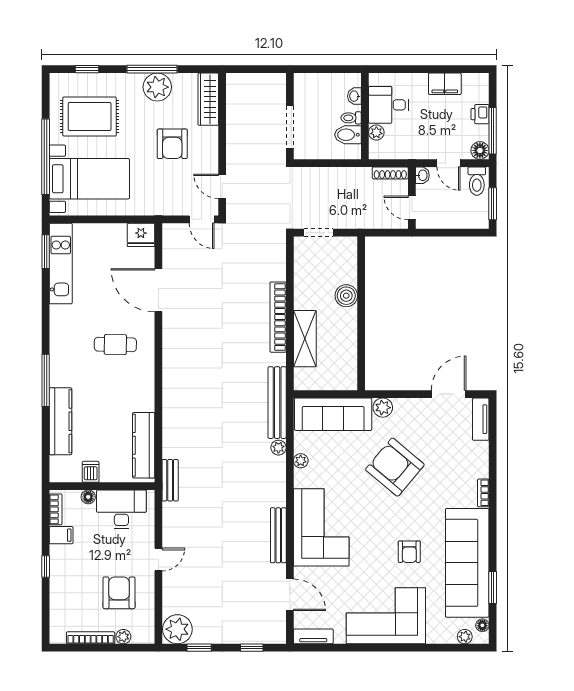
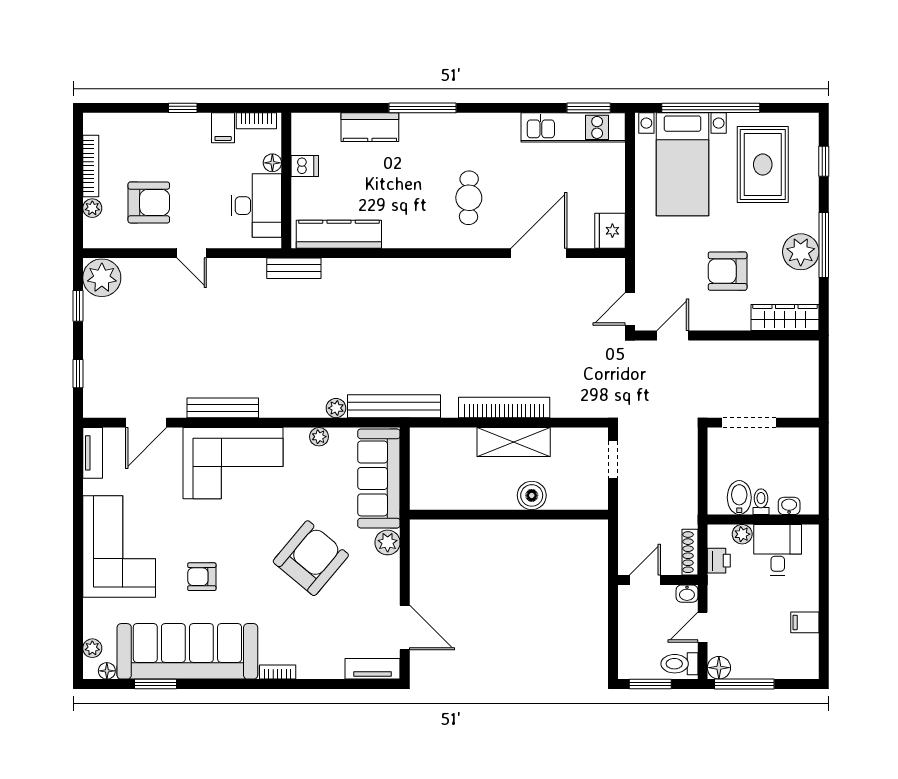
filing cabinet: (445, 84) -> (805, 622), width x0.50
printer: (480, 114) -> (719, 561), moved, turned 90
shelving: (305, 339) -> (514, 442), moved
kitchen counter: (61, 421) -> (370, 127), width x0.67

